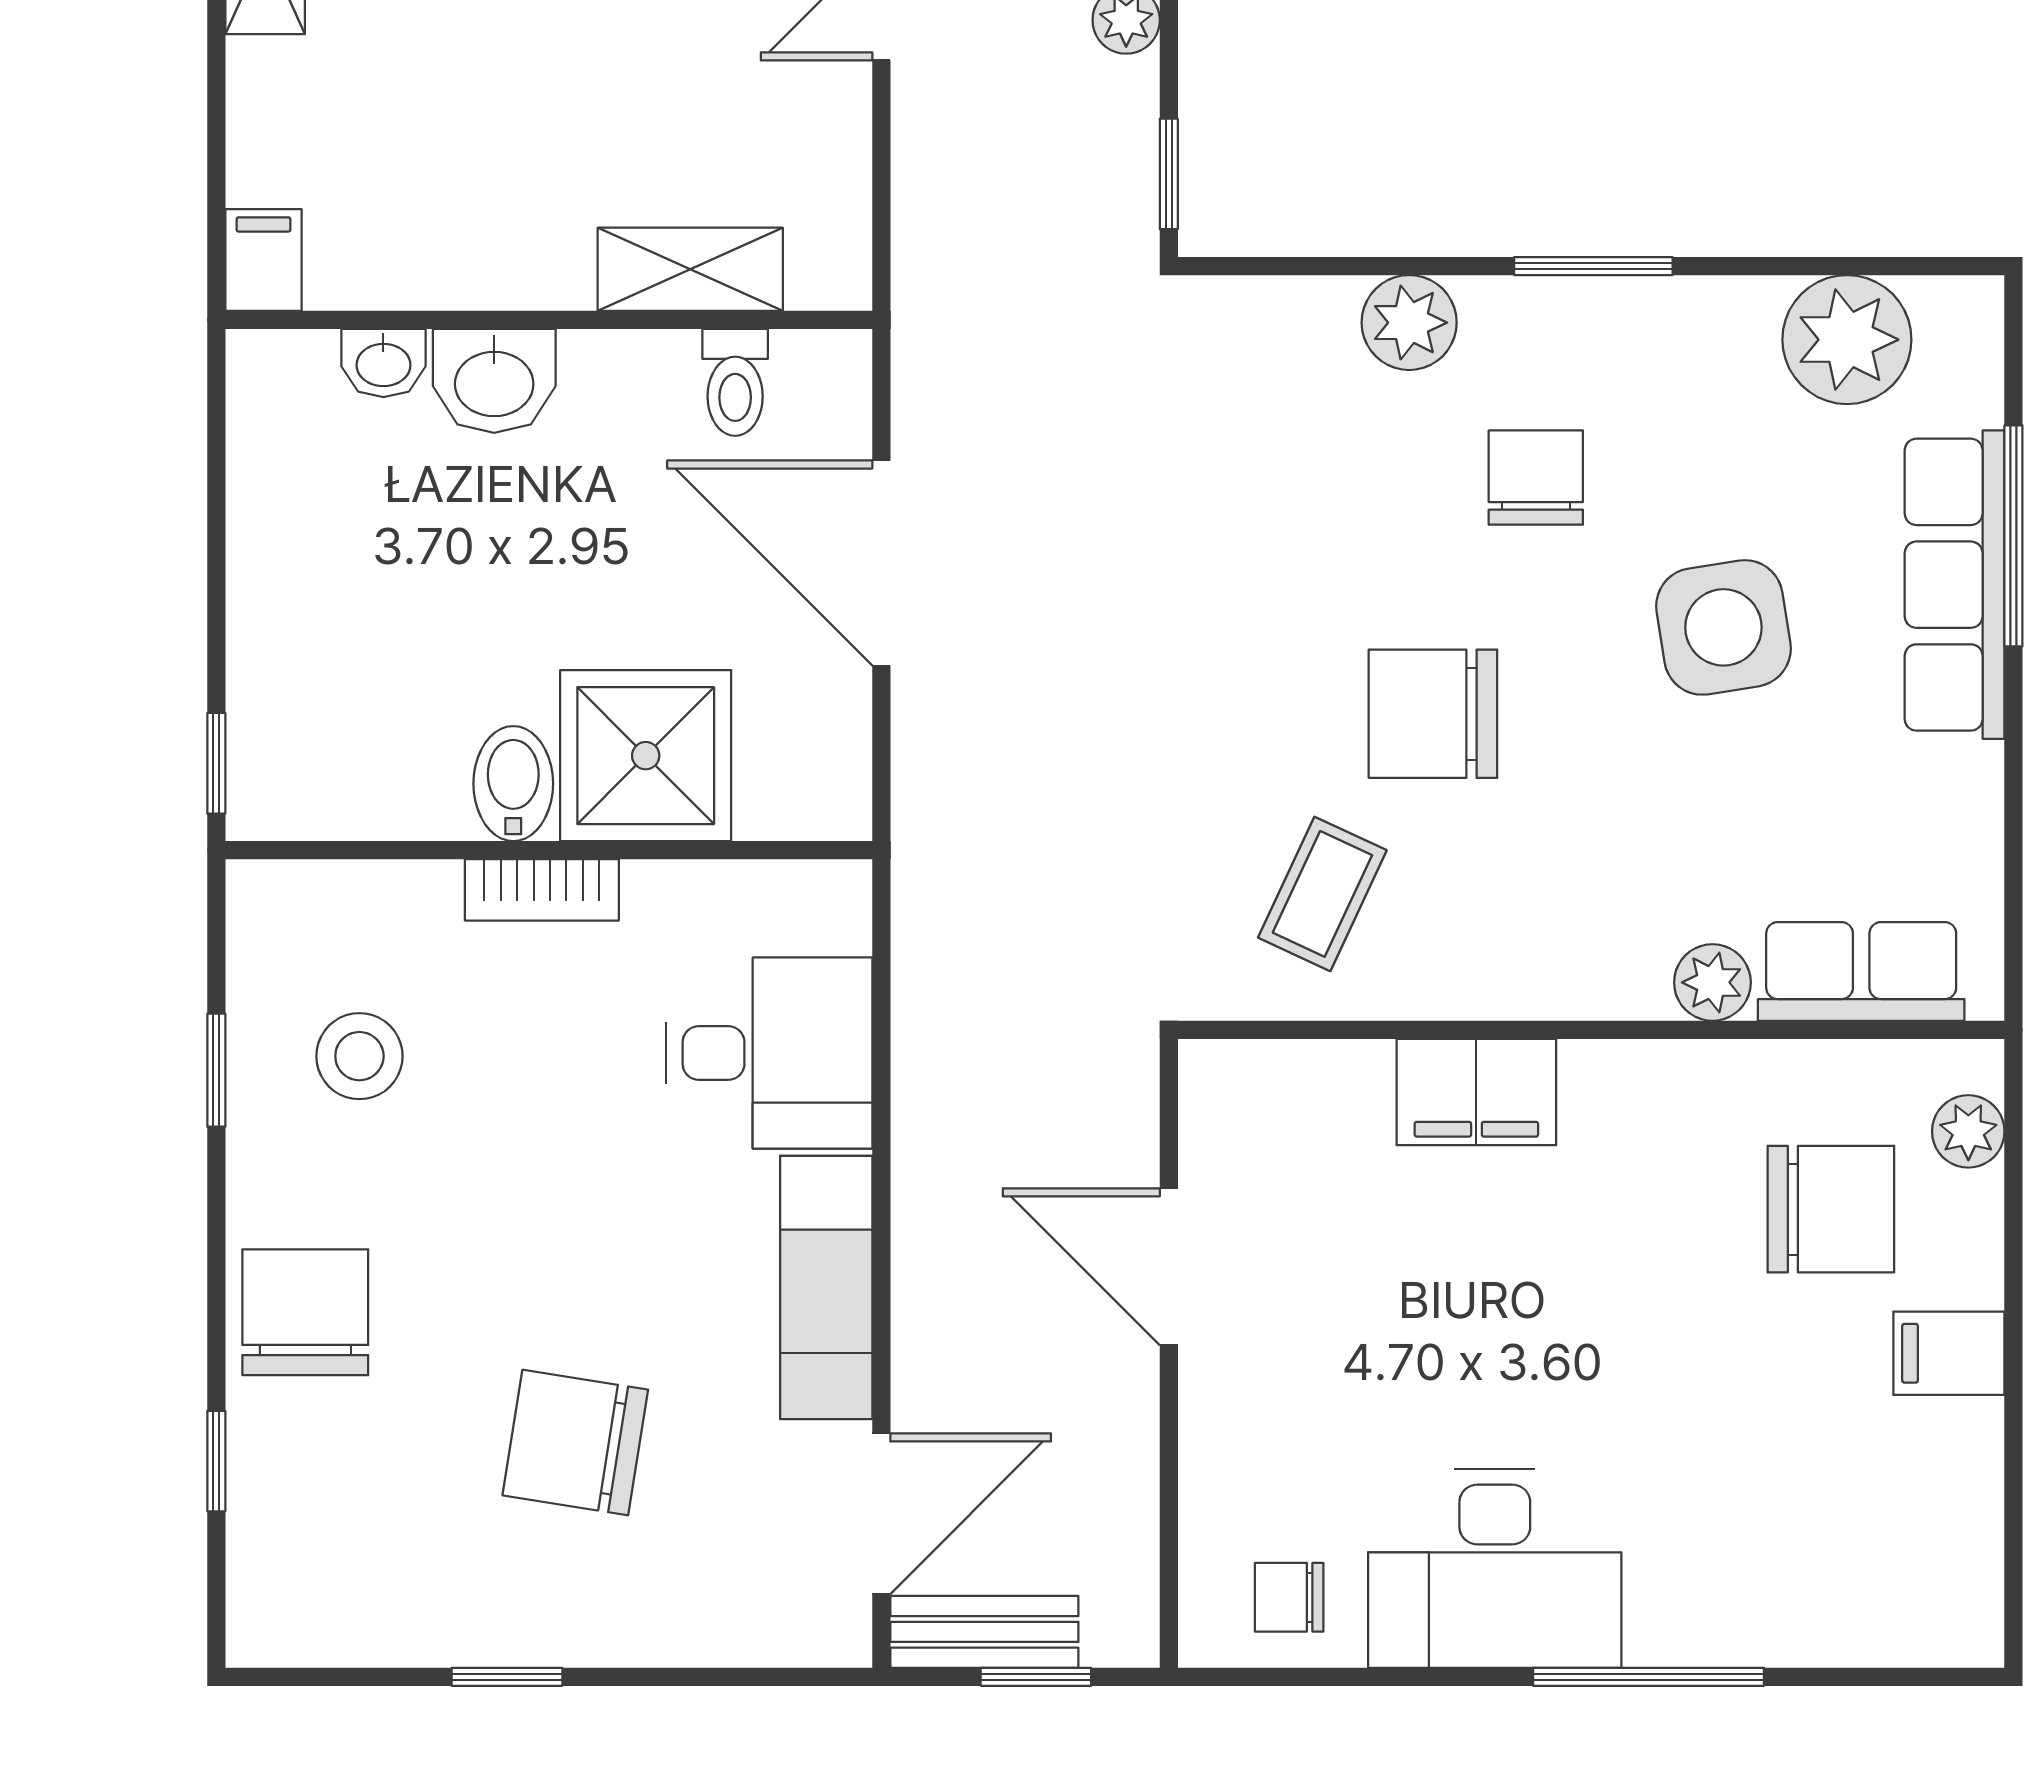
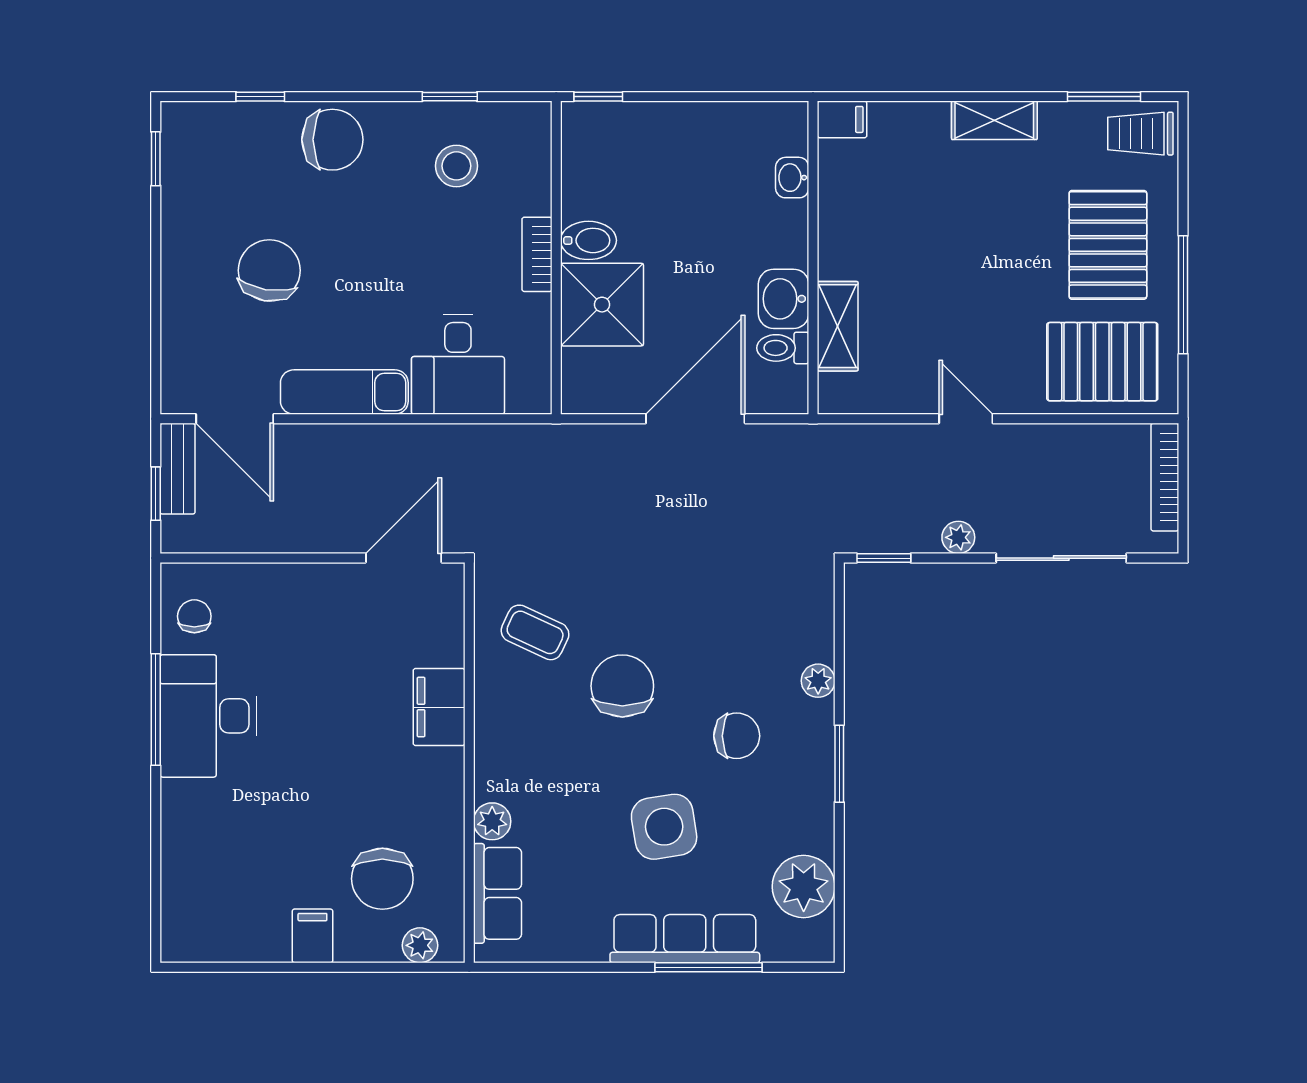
plant: (1409, 323) -> (818, 681), width x0.73, depth x0.73
washbasin: (494, 381) -> (784, 299), moved
door: (1169, 1267) -> (404, 558), moved
window: (507, 1677) -> (156, 159), moved
window: (1648, 1677) -> (156, 709), moved

